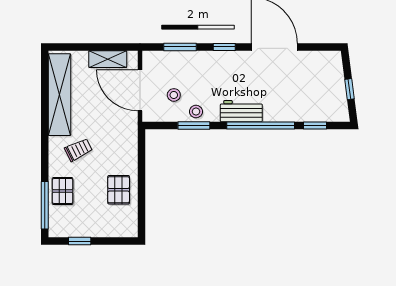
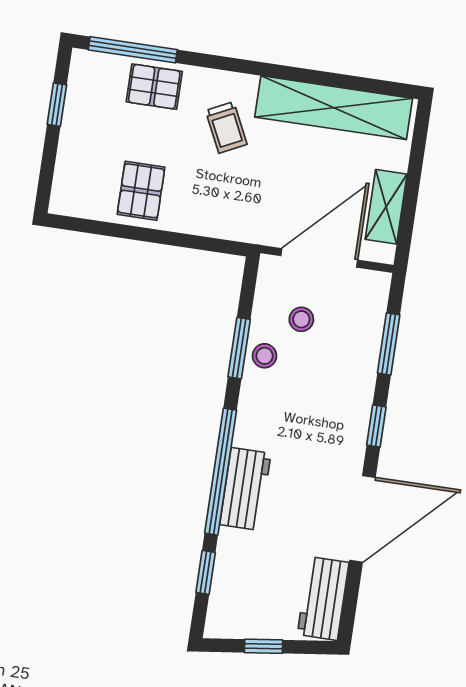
workbench: (320, 61) -> (323, 598), added
workbench: (241, 111) -> (245, 489), moved
pallet: (119, 190) -> (141, 191), turned 90

